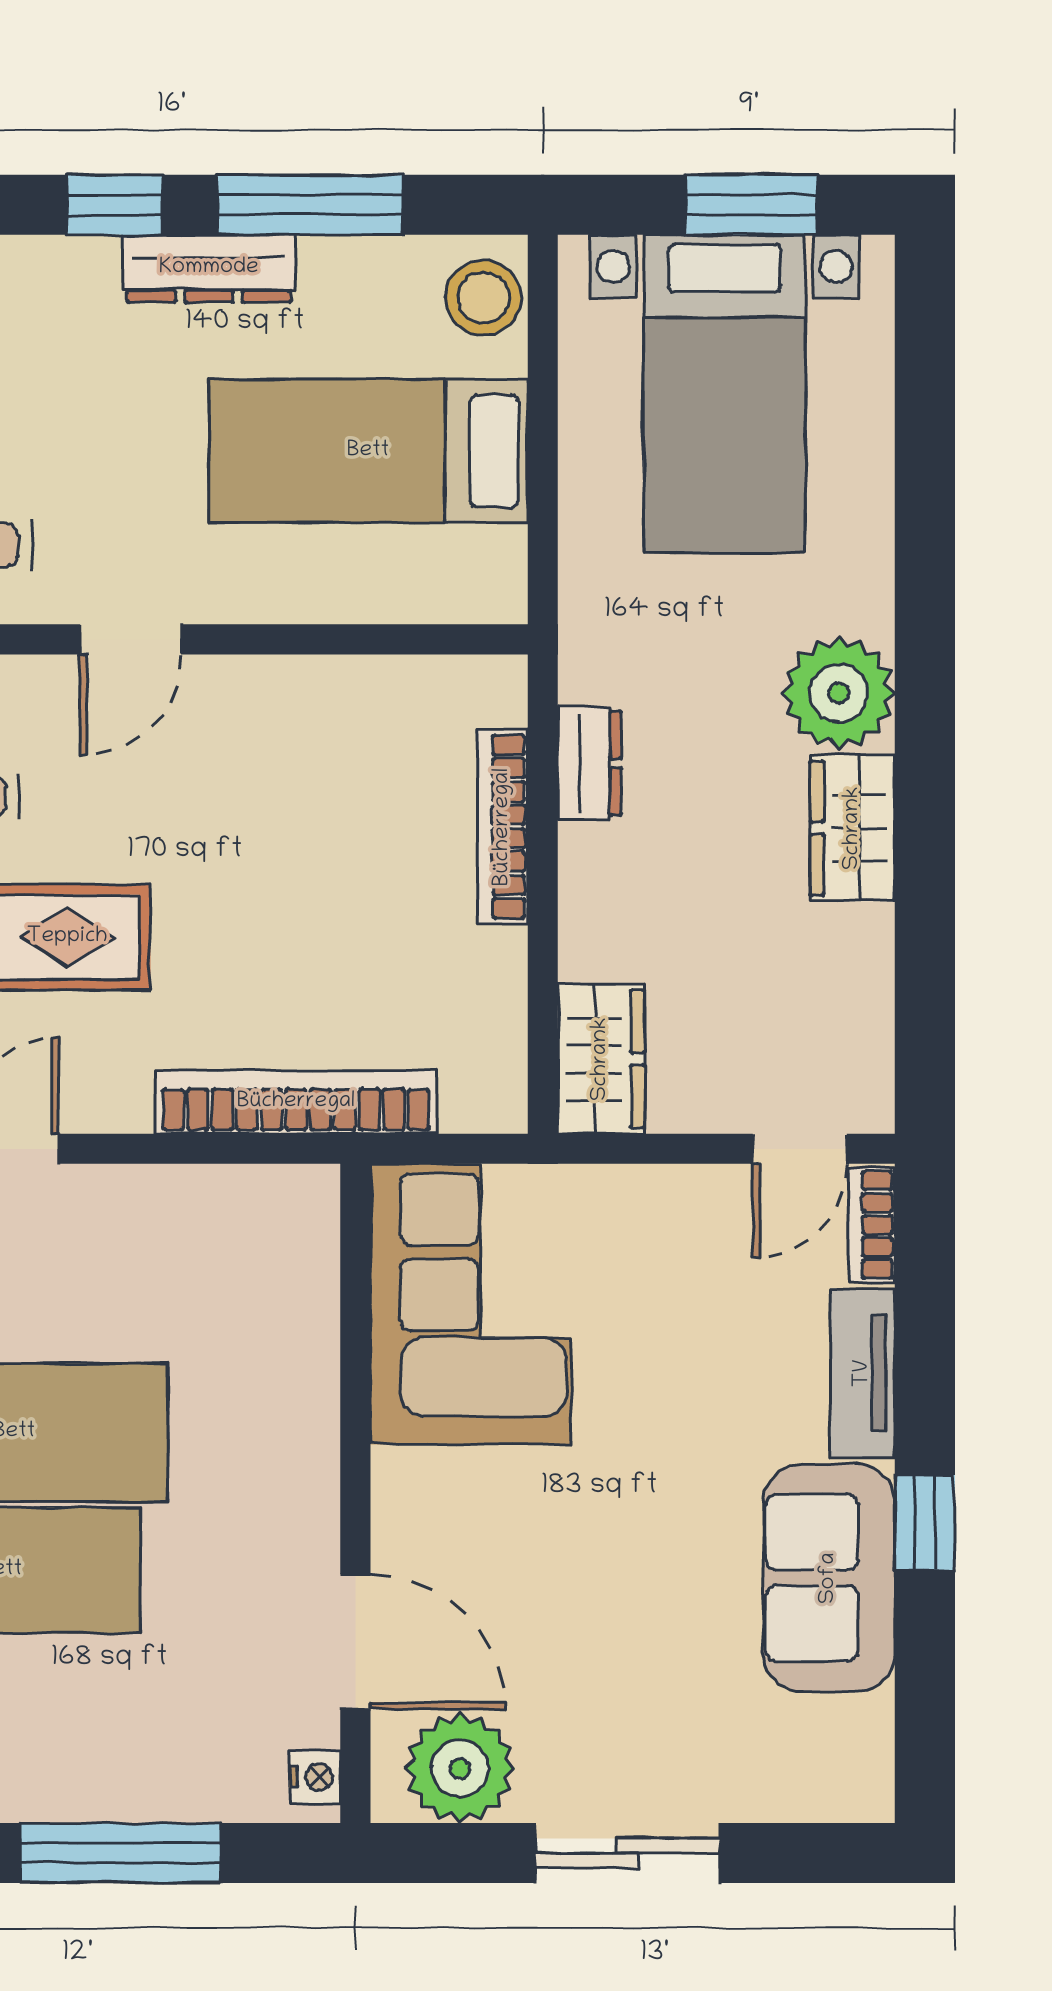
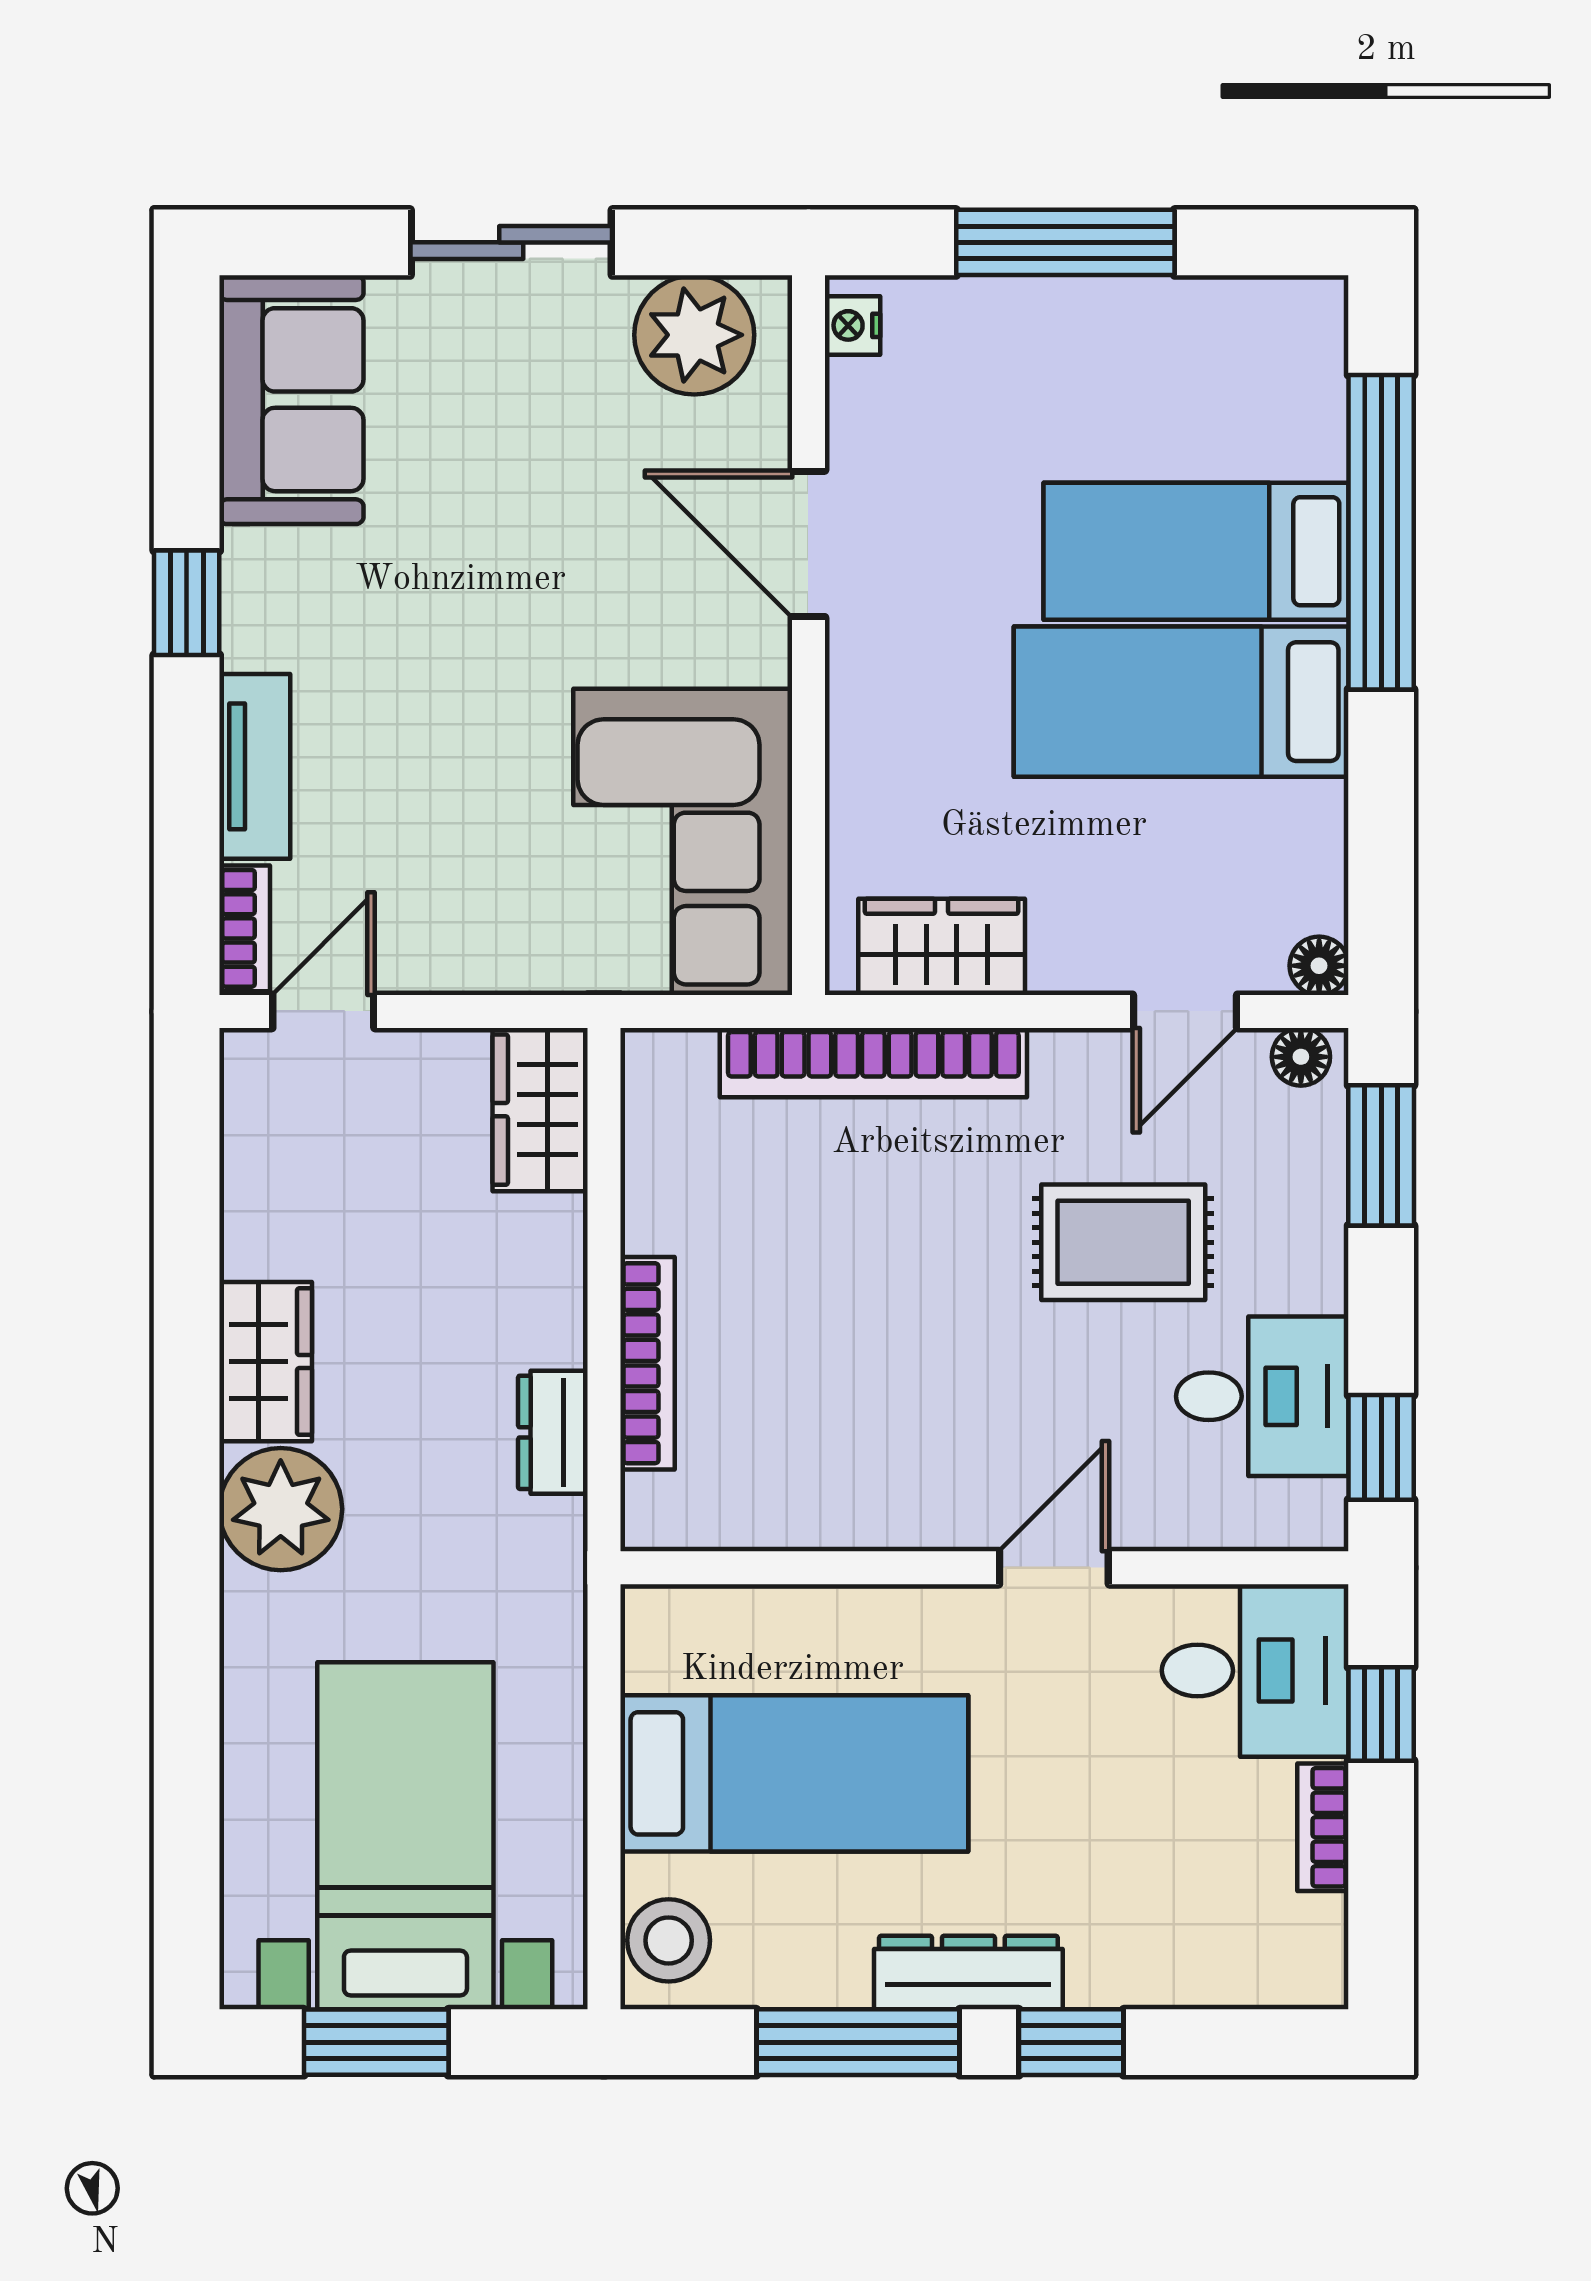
wardrobe: (234, 1208) -> (942, 947), added
sofa: (829, 1578) -> (291, 400), moved
door: (355, 1642) -> (808, 544), moved

